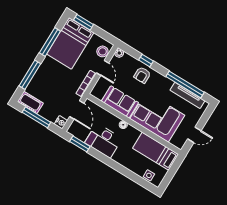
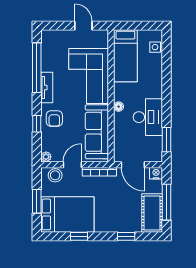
window: (84, 22) -> (37, 201), moved
window: (50, 42) -> (79, 236), width x0.46
window: (30, 75) -> (126, 236), width x0.46
armchair: (142, 75) -> (54, 119), turned 90
tv unit: (187, 95) -> (47, 88), moved, width x0.71
cot: (30, 102) -> (152, 213), width x1.37, depth x1.34
sofa: (120, 102) -> (97, 132), width x1.36
door: (77, 110) -> (133, 165), swing flipped

